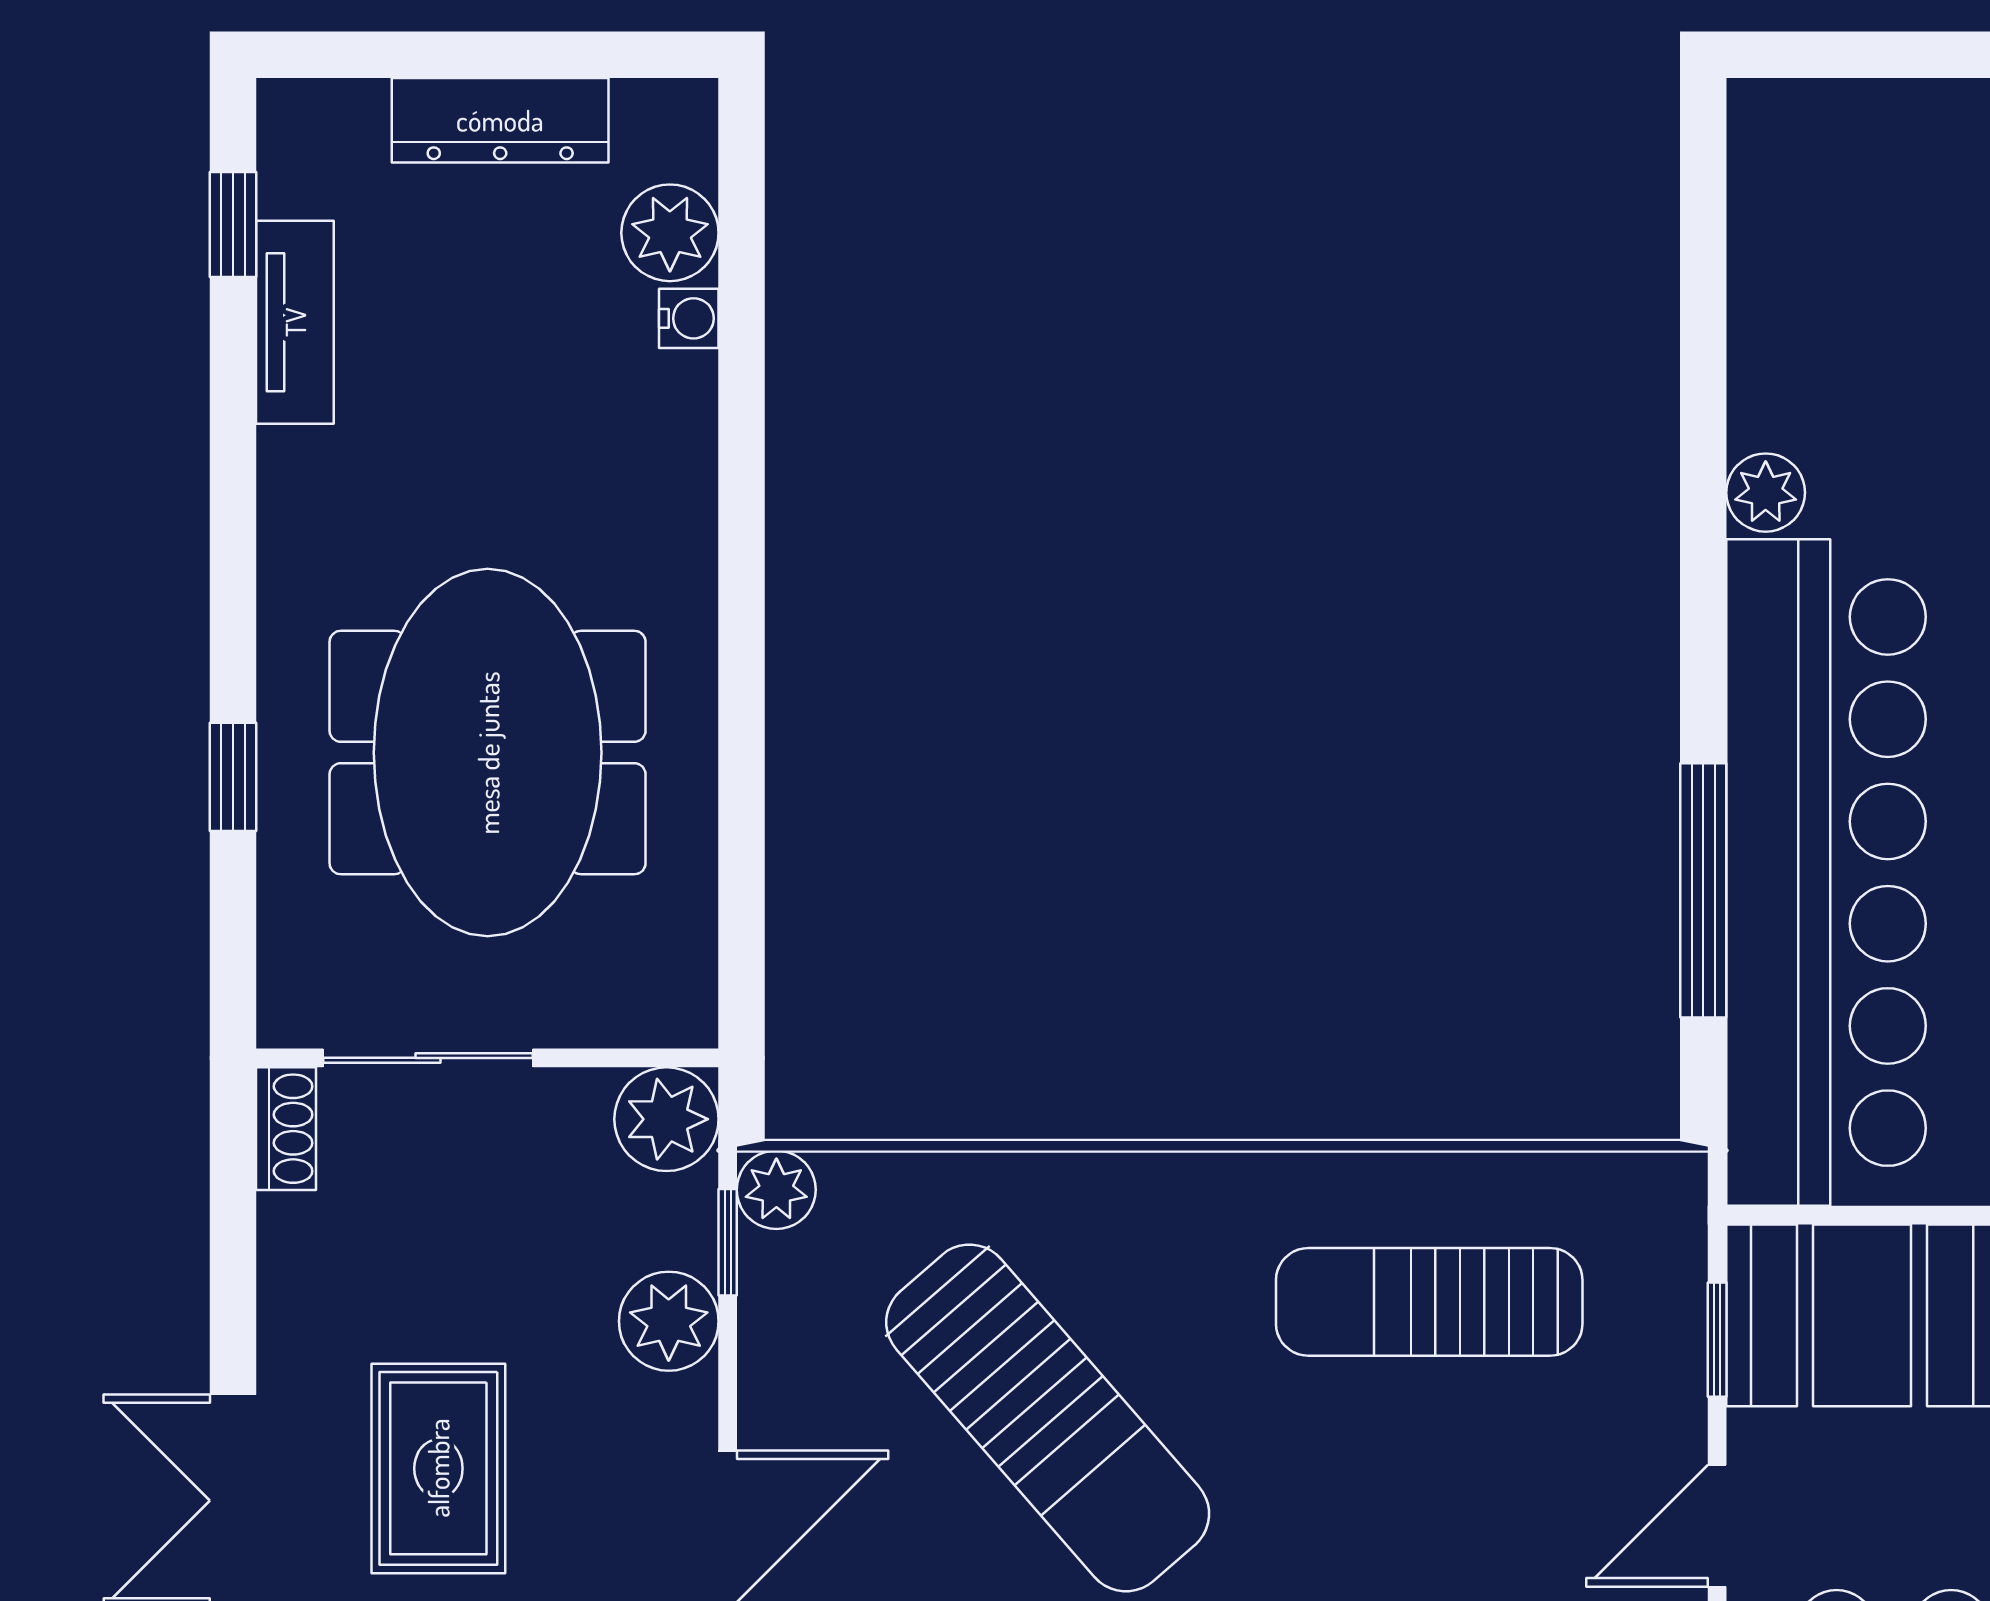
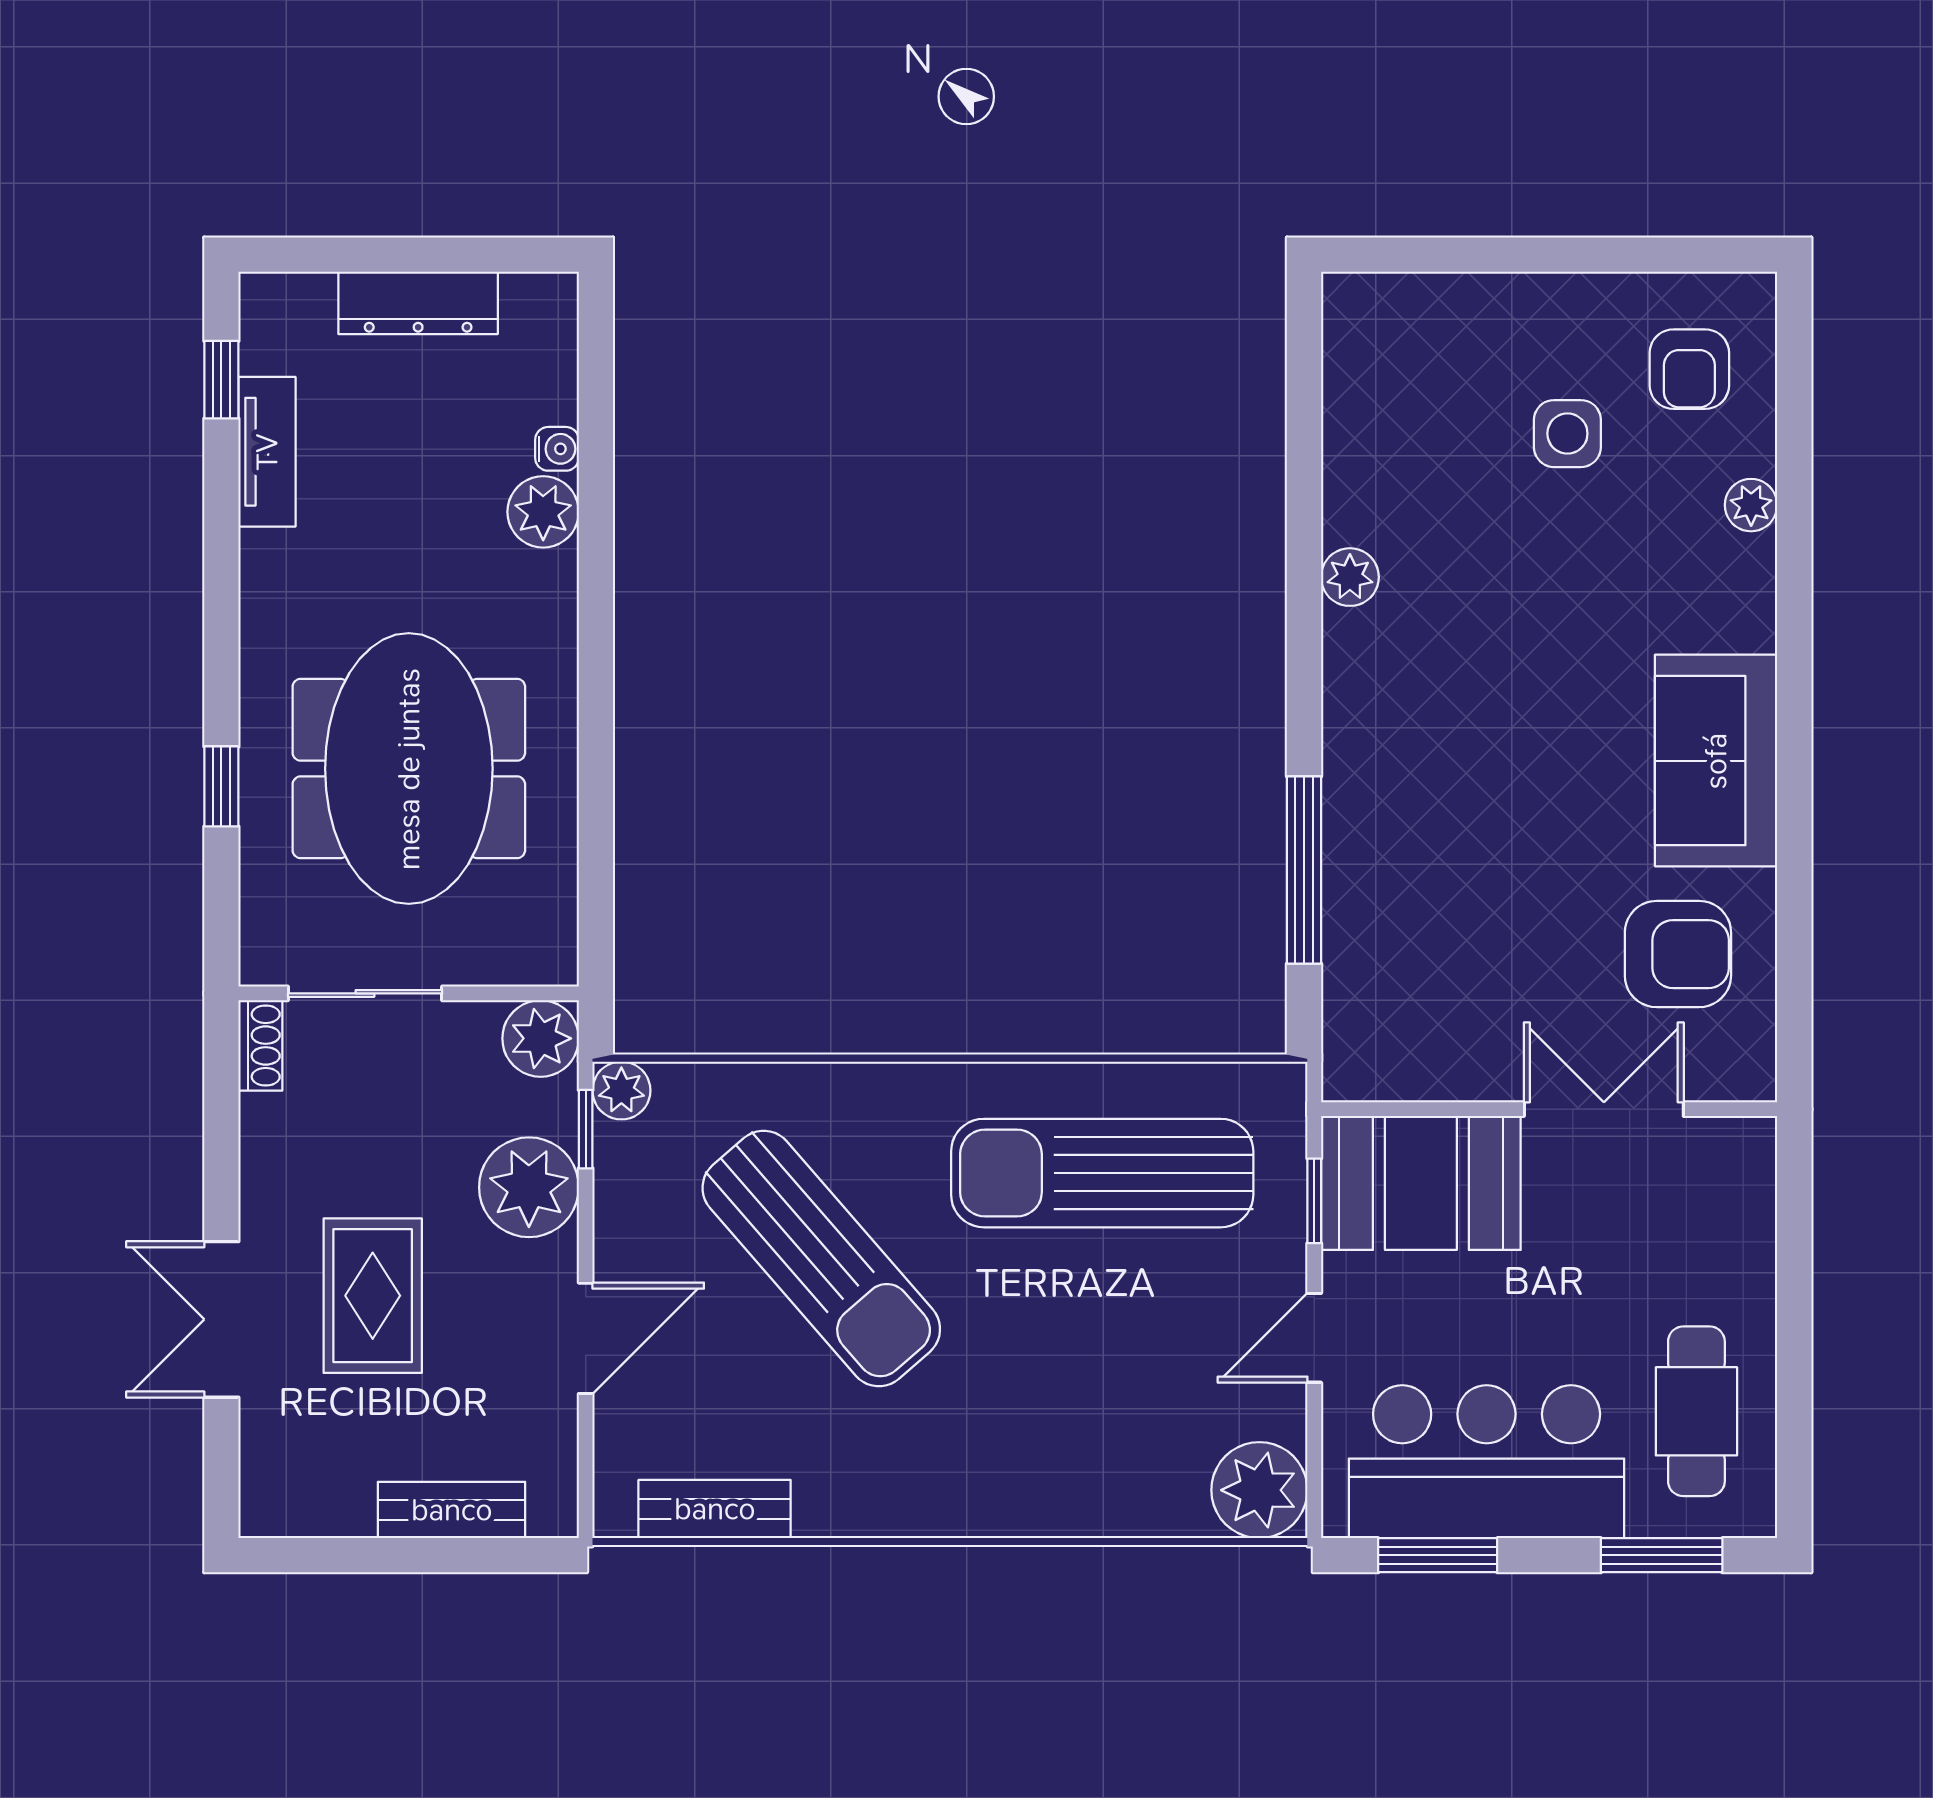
plant: (670, 233) -> (543, 512), moved
bar counter: (1826, 873) -> (1394, 857), removed
sun lounger: (1429, 1302) -> (1102, 1173), width x1.36, depth x1.34
plant: (669, 1321) -> (529, 1187), width x1.36, depth x1.36

